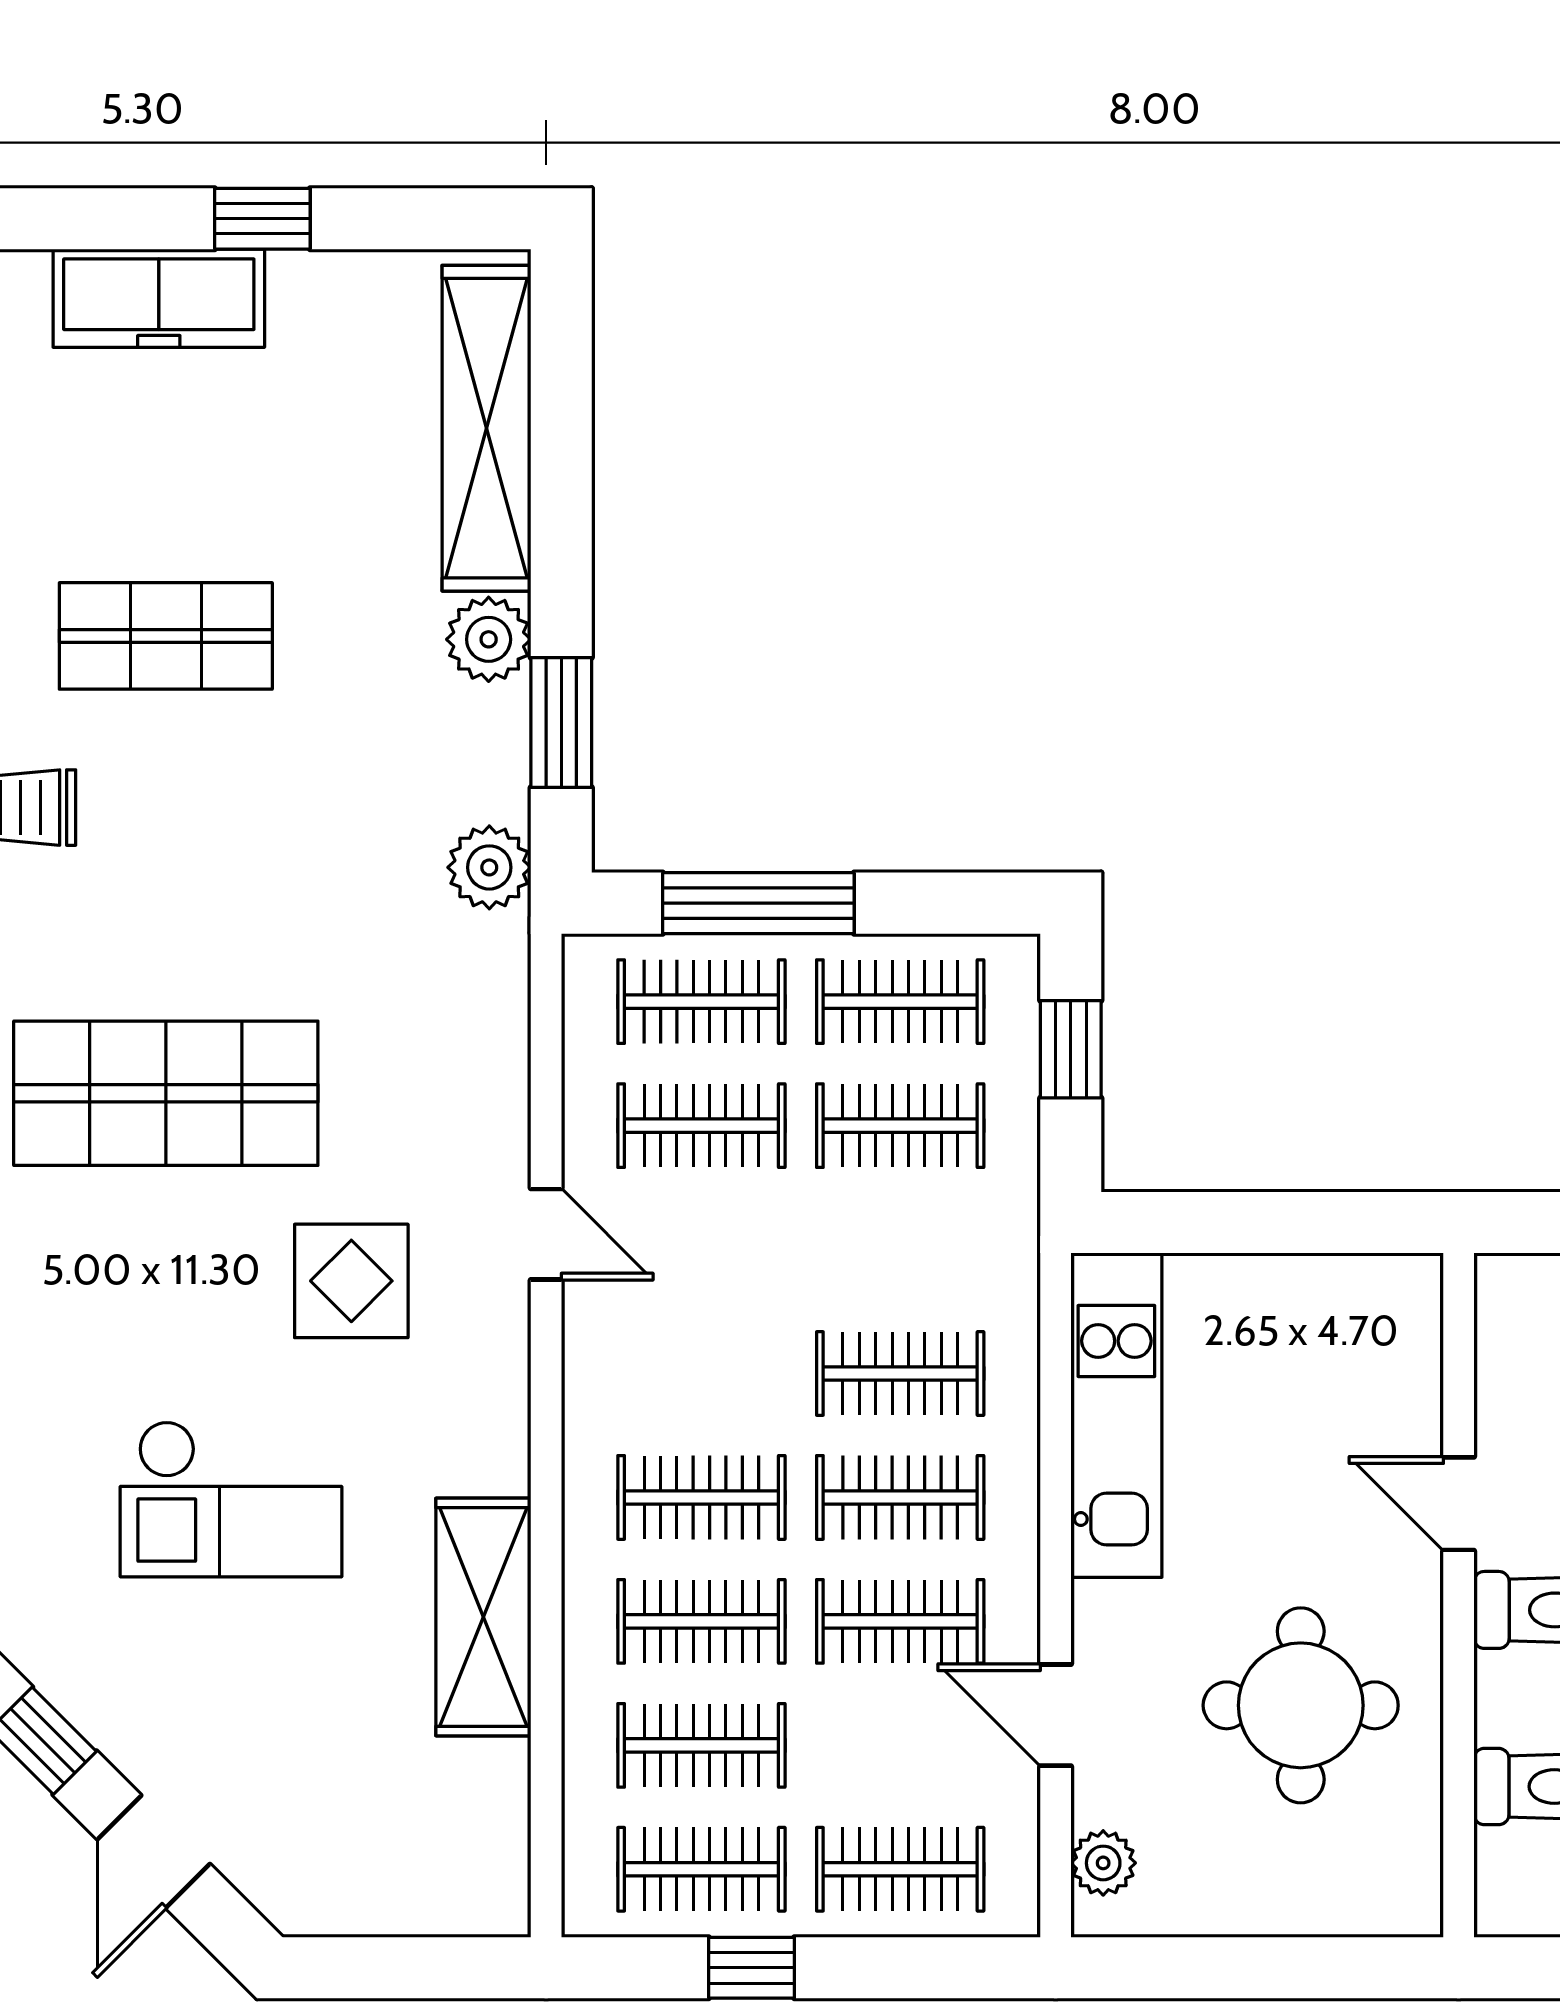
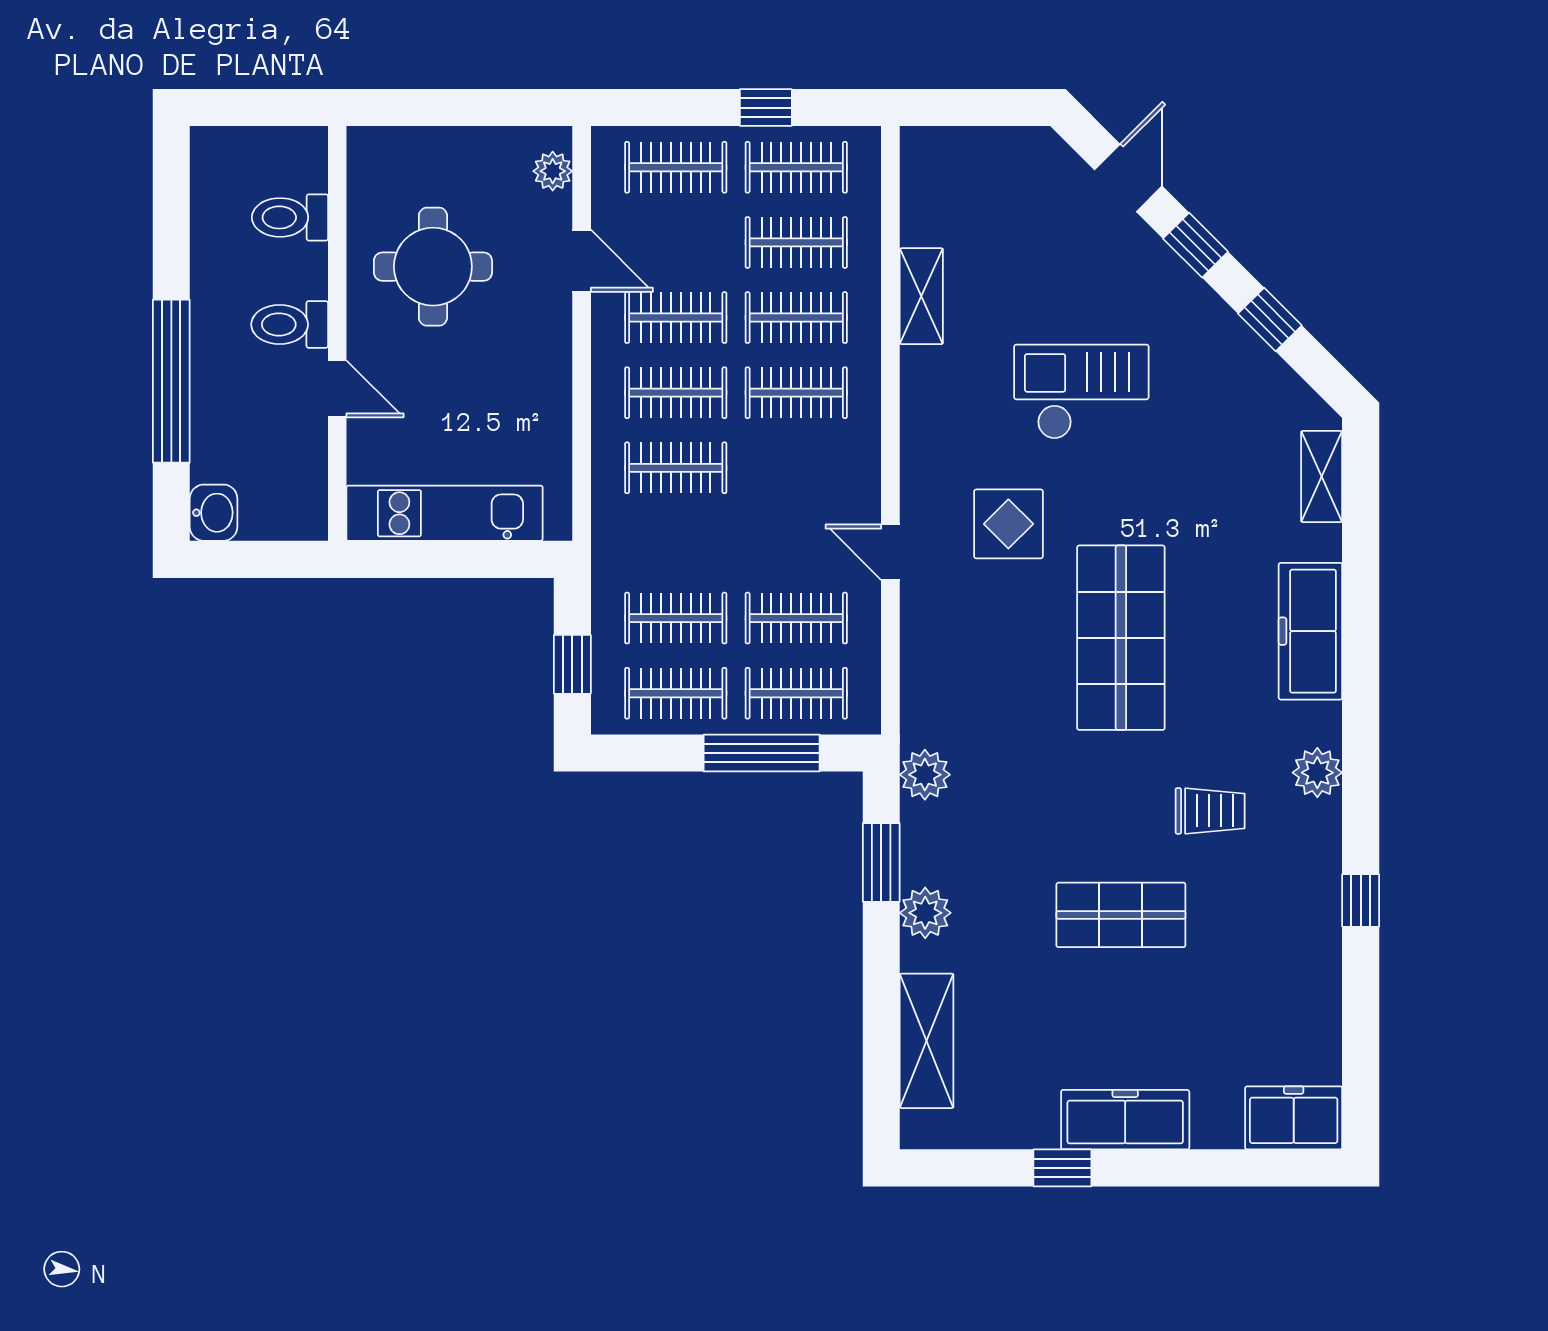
shelving: (486, 428) -> (927, 1041), width x0.68
shop shelf: (166, 1093) -> (1121, 638), turned 90
kitchen unit: (1116, 1415) -> (445, 513), moved, turned 90
shelving: (483, 1617) -> (921, 296), width x0.67, depth x0.75

